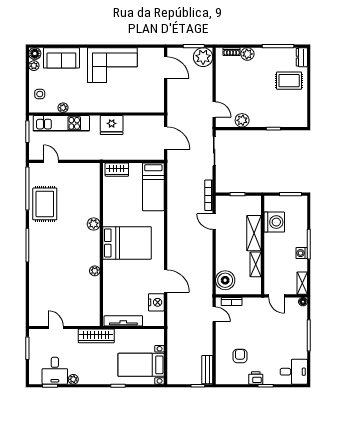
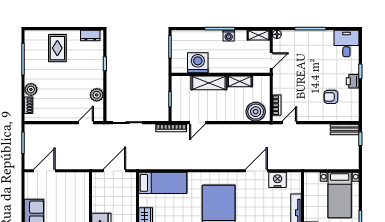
plant: (203, 57) -> (34, 134), removed
dresser: (302, 57) -> (90, 35), moved

